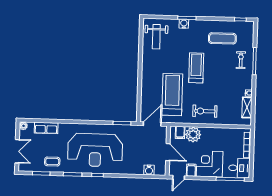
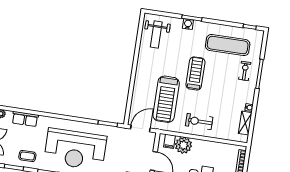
exercise mat: (222, 38) -> (228, 45), width x1.36, depth x1.45
treadmill: (172, 95) -> (166, 99), turned 180

